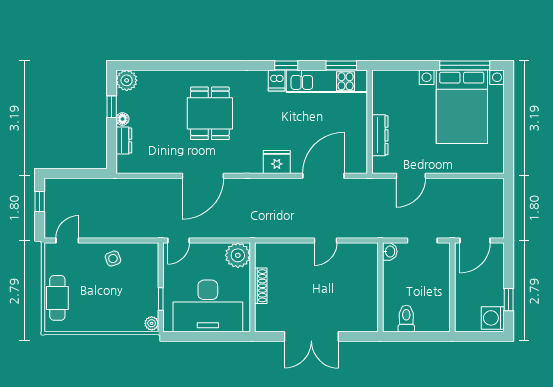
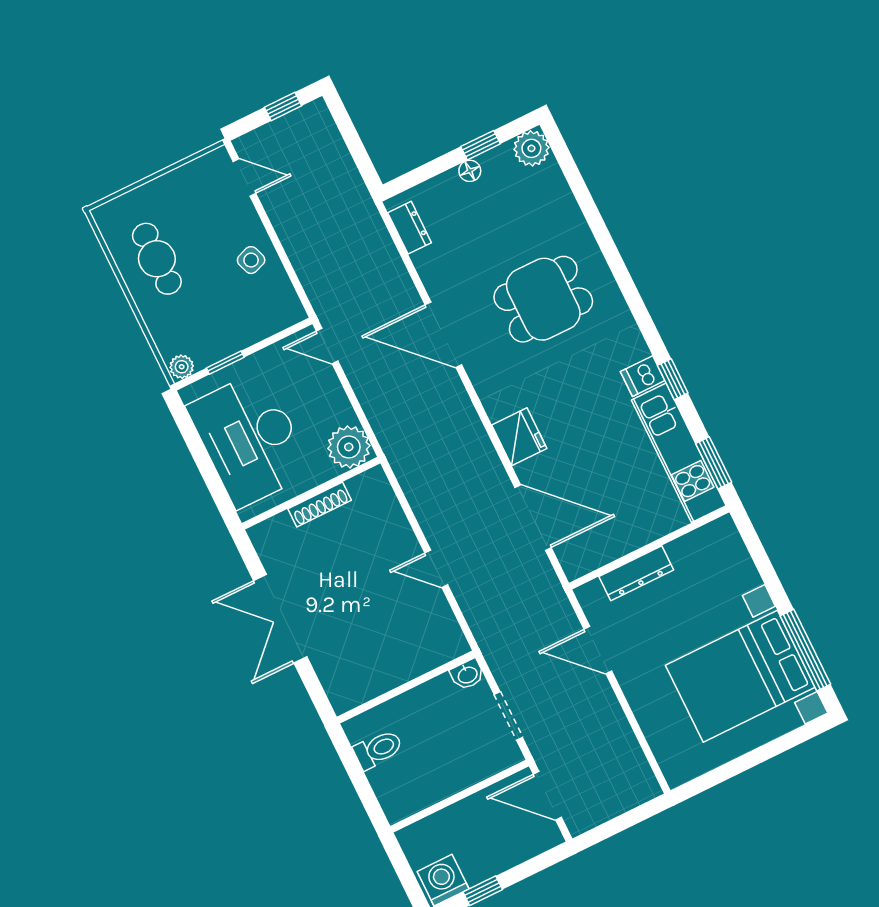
dresser: (124, 141) -> (410, 228), moved, turned -90
cafe table: (57, 298) -> (157, 259), moved, turned 90

